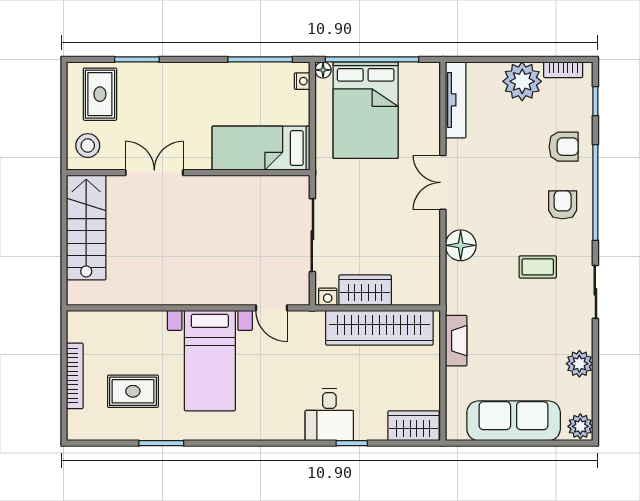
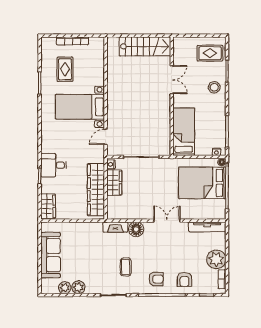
stool: (88, 146) -> (214, 87), moved
fireplace: (456, 341) -> (115, 227), moved
plant: (580, 426) -> (65, 288), moved

